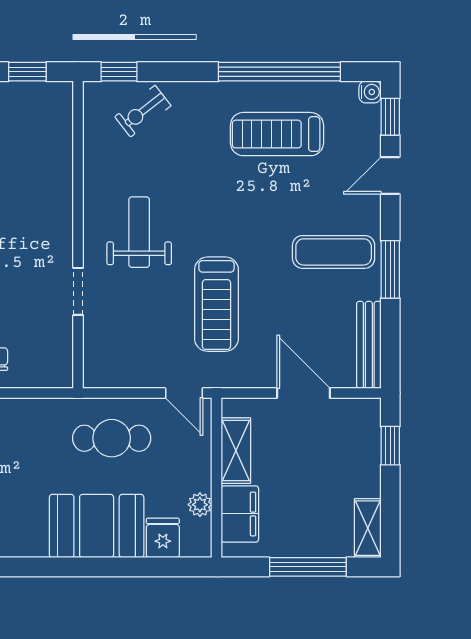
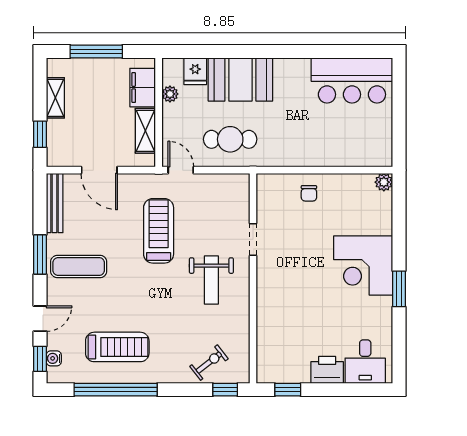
water cooler: (370, 92) -> (54, 358), moved
shelving: (368, 528) -> (55, 98), moved

